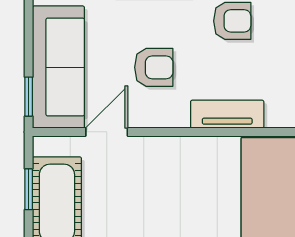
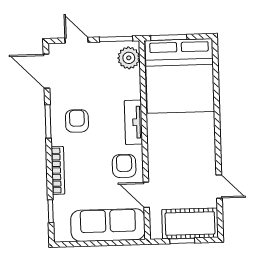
armchair: (154, 67) -> (124, 166), moved
window: (29, 97) -> (126, 243), removed

